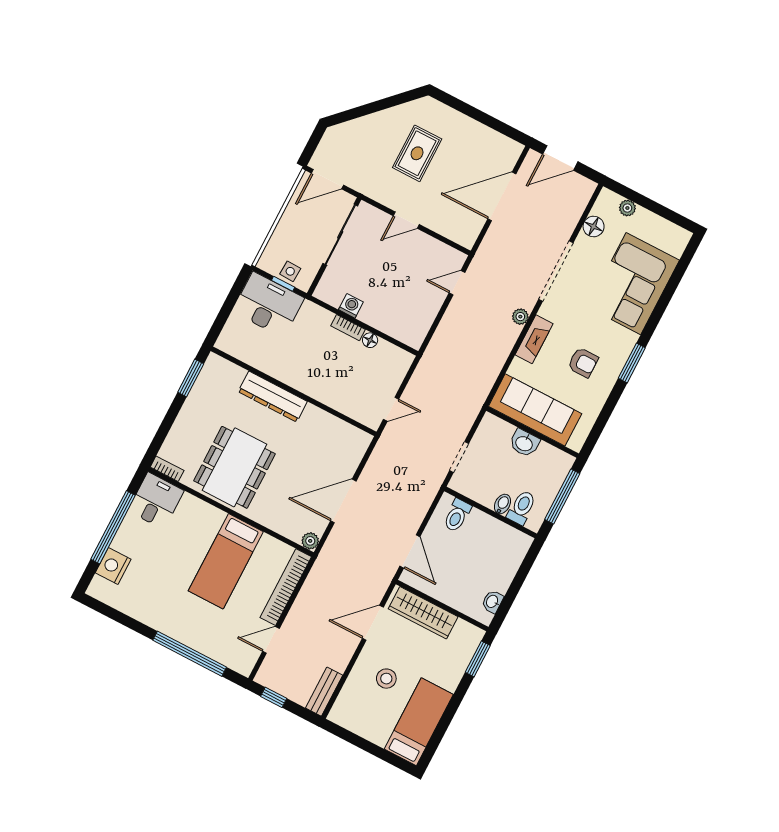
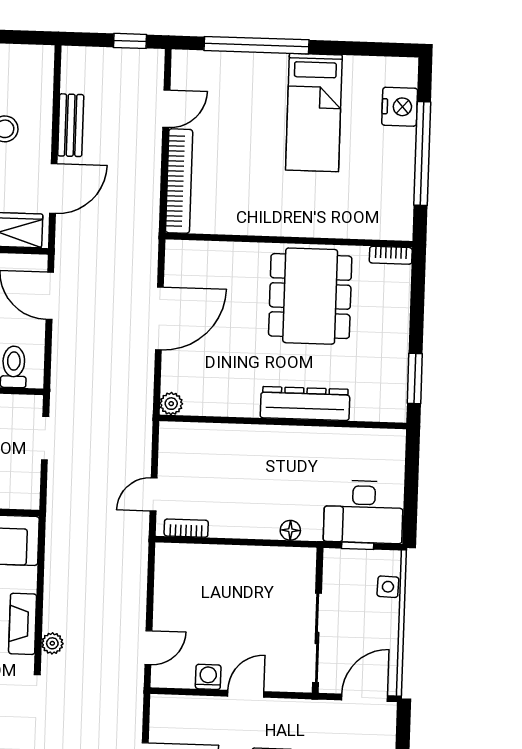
side table: (290, 271) -> (388, 587), moved
washing machine: (351, 306) -> (208, 677), moved, turned 180
bookcase: (348, 328) -> (186, 528), moved
floor lamp: (370, 340) -> (290, 530), moved
door: (391, 409) -> (154, 495), moved
desk: (156, 501) -> (386, 210), removed
plant: (310, 541) -> (171, 404), moved
bed: (226, 561) -> (314, 112), moved, turned 180
bench: (324, 692) -> (71, 125), moved

